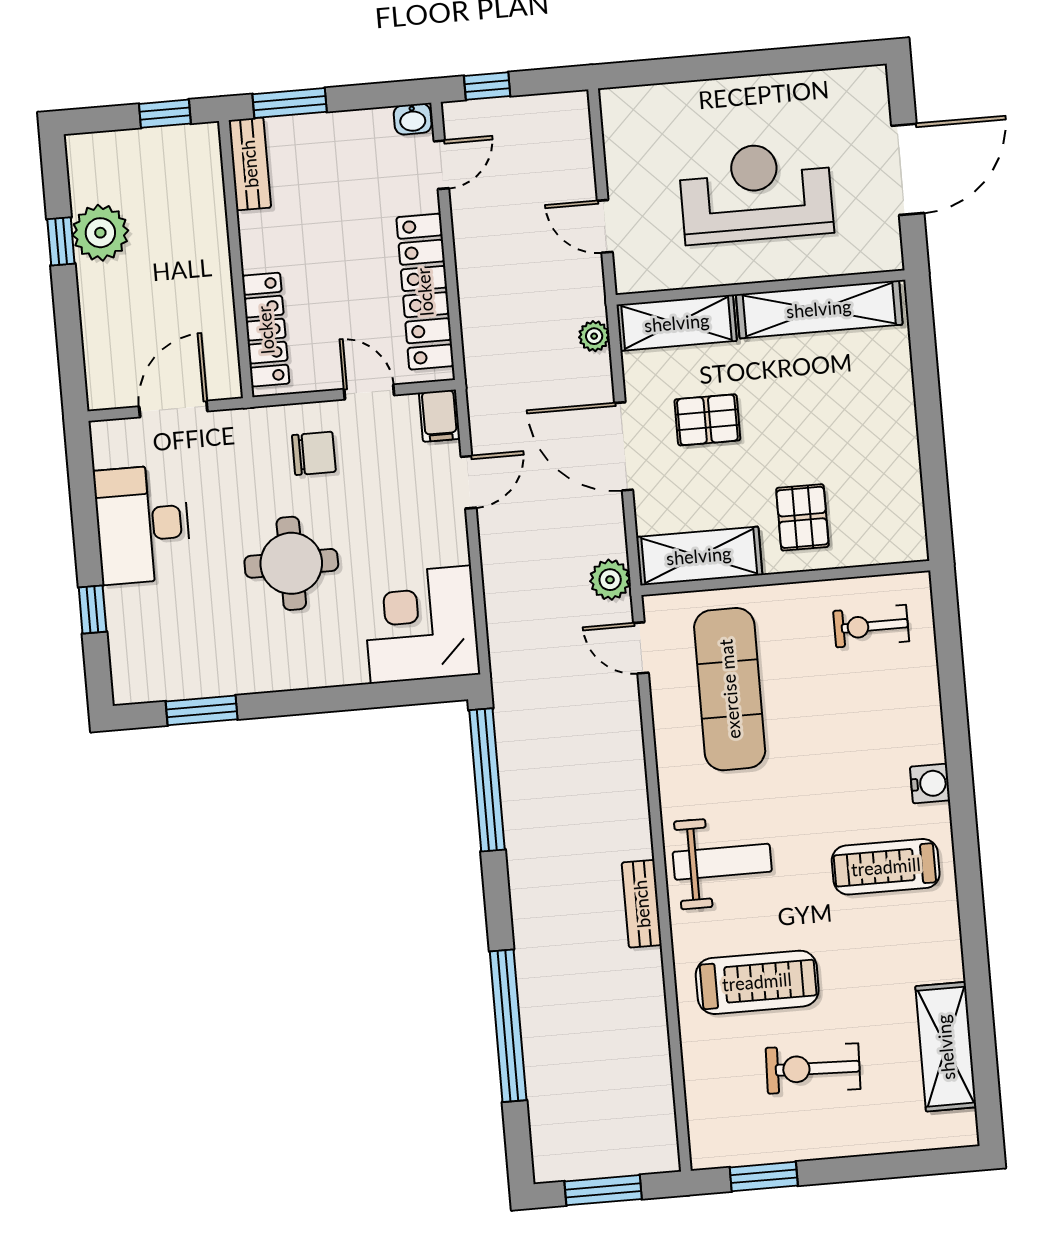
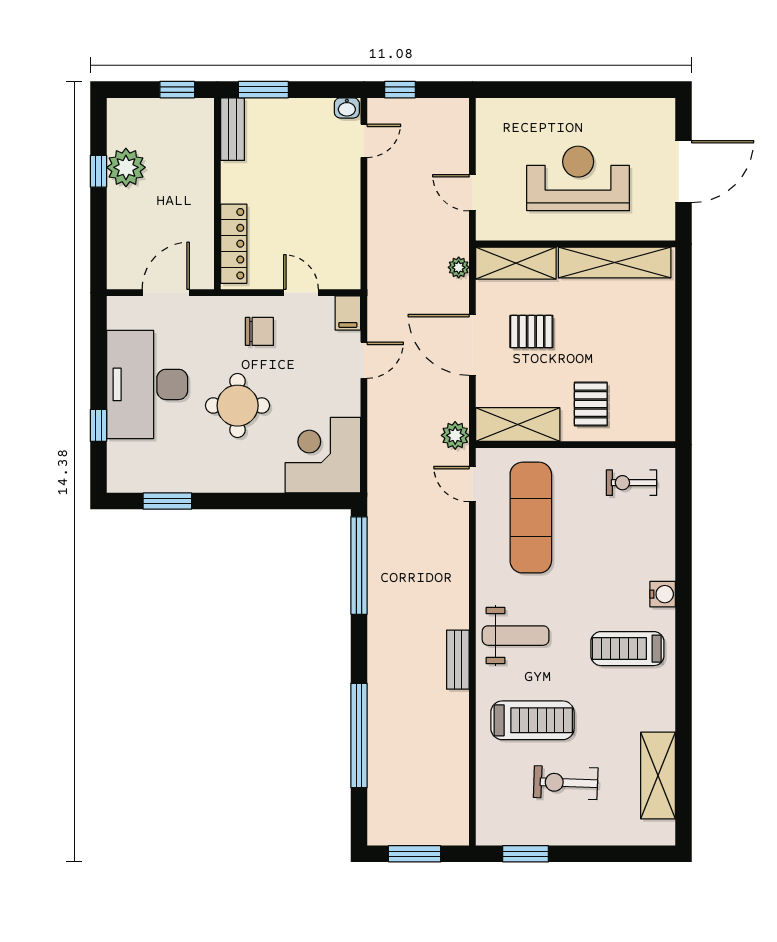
locker: (425, 292) -> (345, 227), removed
desk: (143, 524) -> (147, 384), width x1.36, depth x1.30

